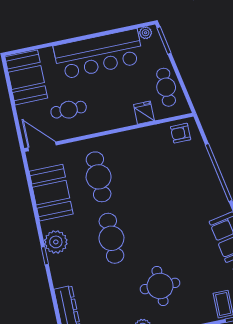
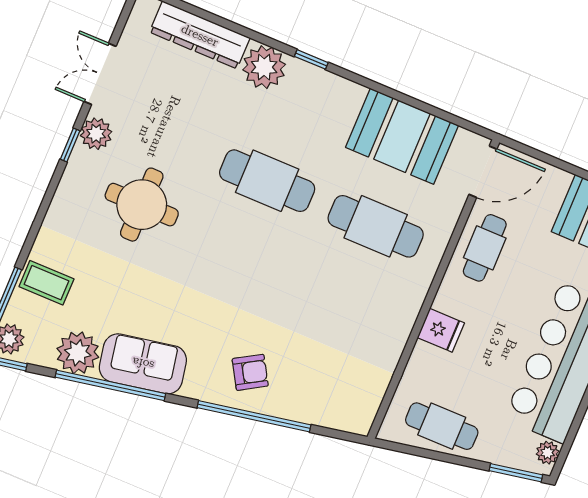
cafe table: (69, 110) -> (485, 248), moved
fridge: (144, 113) -> (441, 330), moved
armchair: (181, 133) -> (250, 372), moved, turned 59
plant: (56, 242) -> (264, 67), moved

